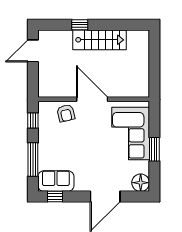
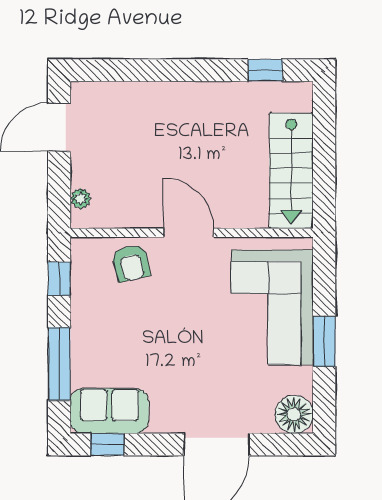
window: (80, 25) -> (265, 70), moved
stairs: (99, 40) -> (291, 171), moved, turned 90
plant: (43, 84) -> (81, 198), added
door: (92, 99) -> (188, 233), width x0.73

